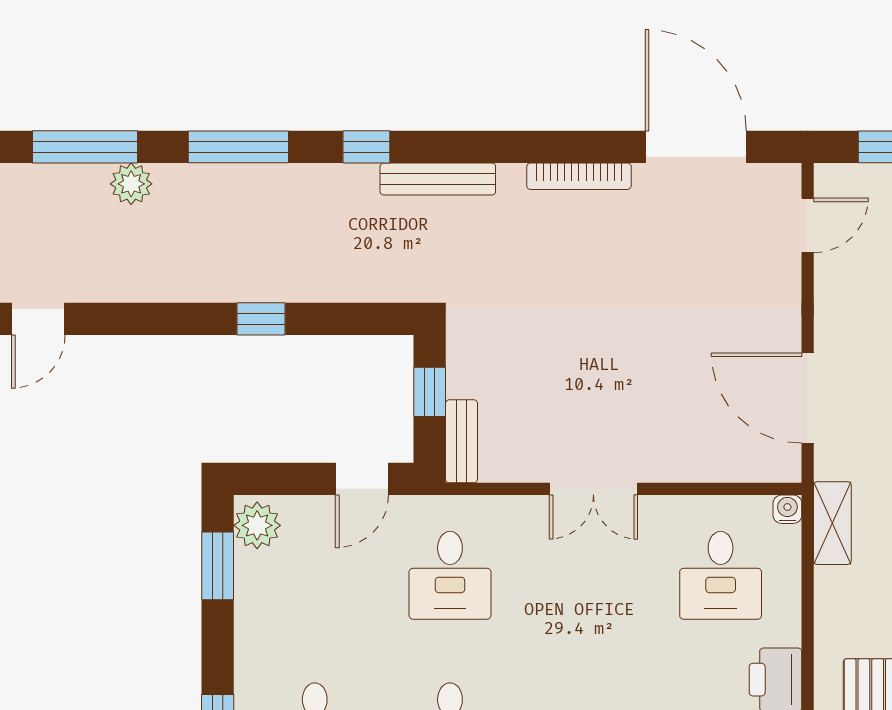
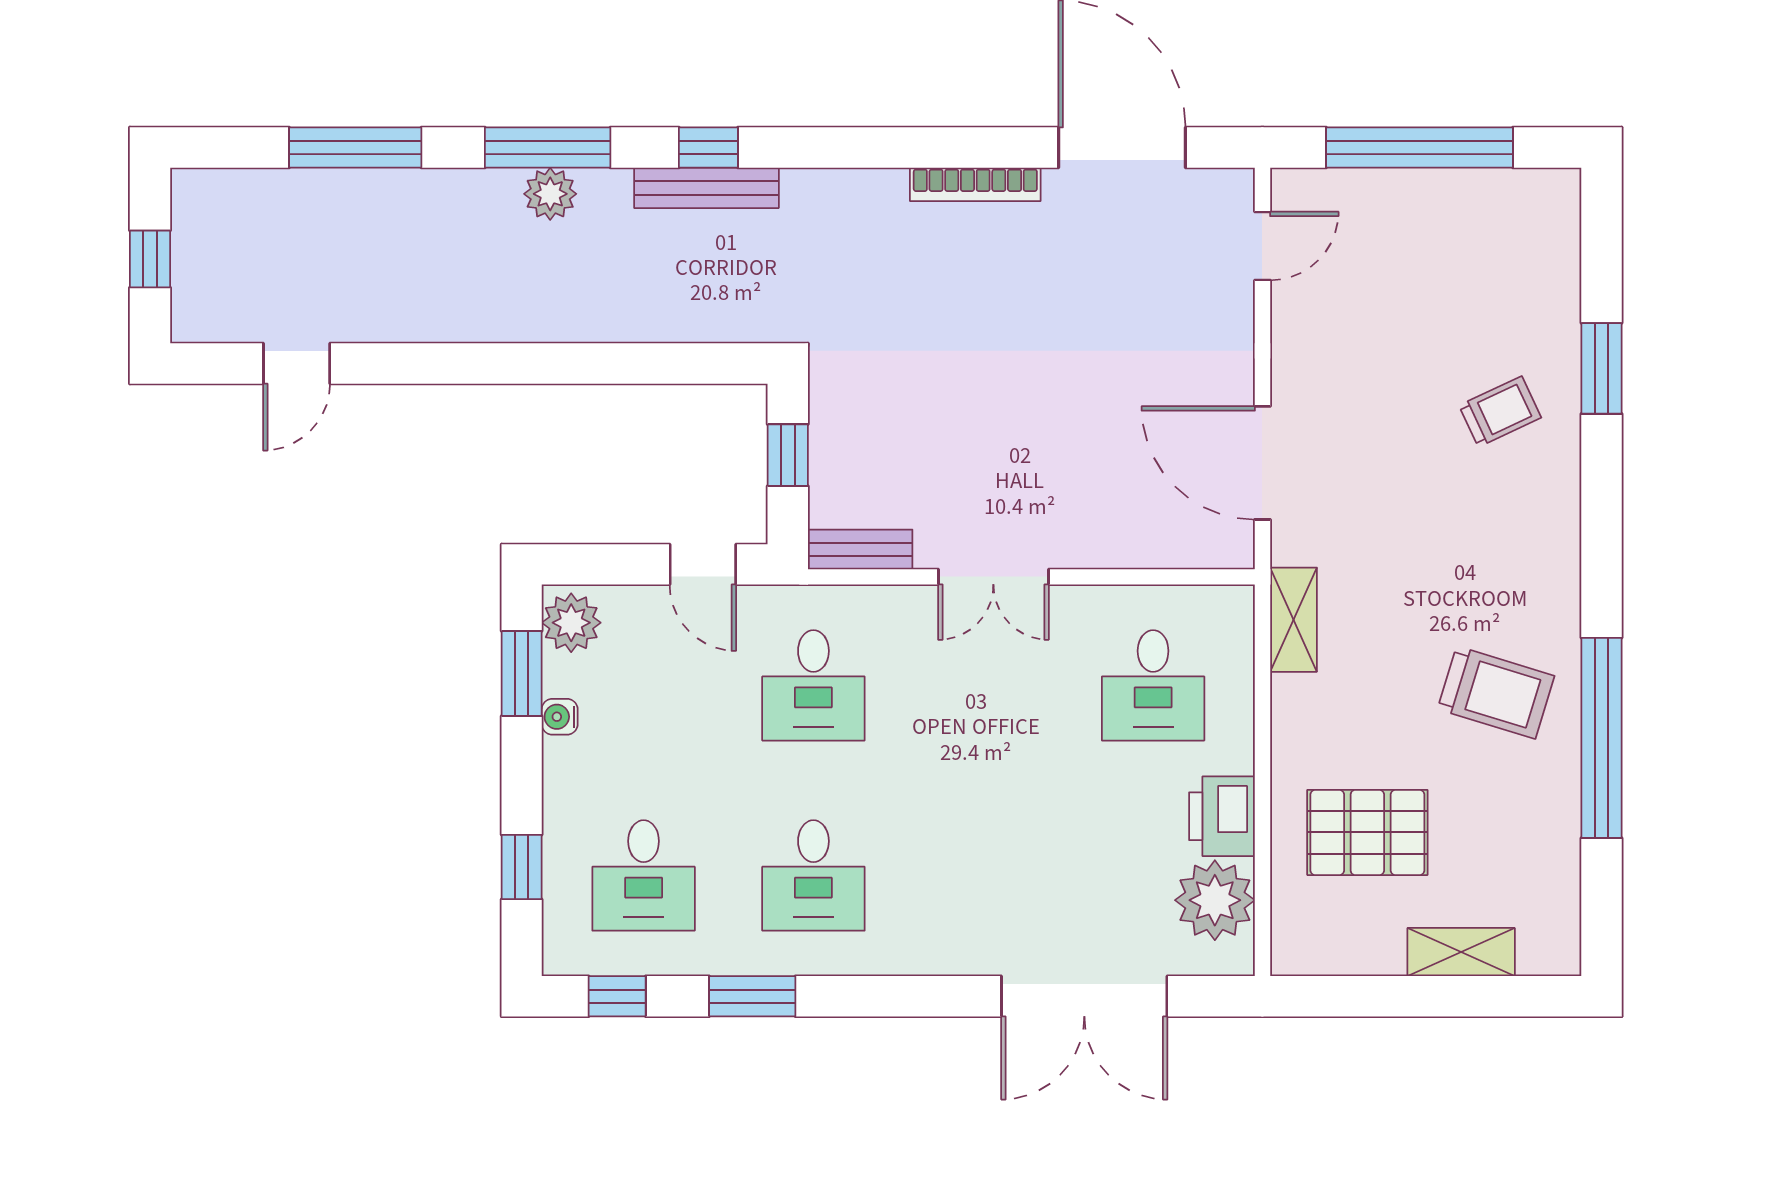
bench: (438, 179) -> (706, 188), moved
plant: (131, 184) -> (550, 194), moved
window: (261, 319) -> (576, 363), removed
bench: (462, 441) -> (860, 549), moved, turned 90
door: (362, 479) -> (703, 564), hinge flipped
water cooler: (787, 509) -> (560, 717), moved, turned -90

